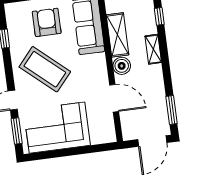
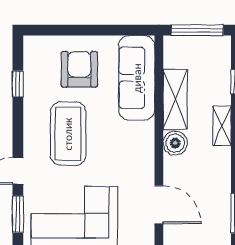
coffee table: (45, 69) -> (68, 134), turned 49
door: (114, 98) -> (159, 205), moved

